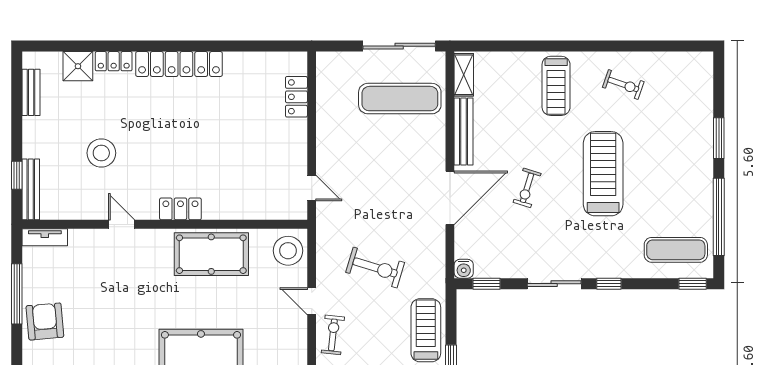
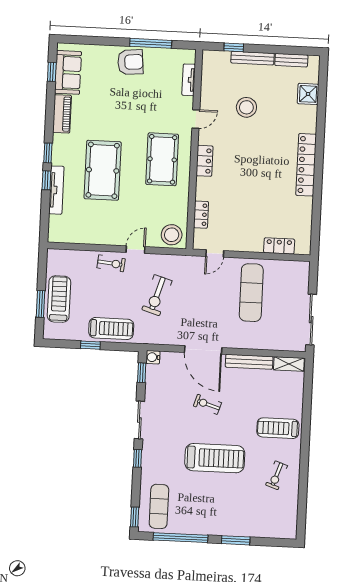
locker: (114, 61) -> (201, 215), moved, turned 180
exercise mat: (400, 99) -> (251, 293), moved
bench: (31, 189) -> (252, 58), moved
tv unit: (45, 237) -> (189, 80), moved
pool table: (211, 254) -> (162, 159), moved

